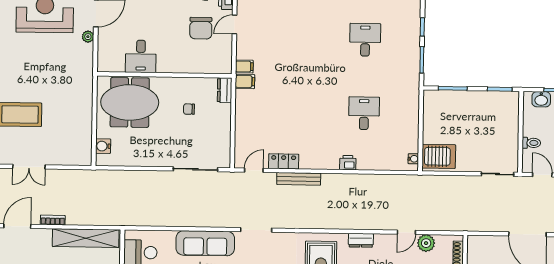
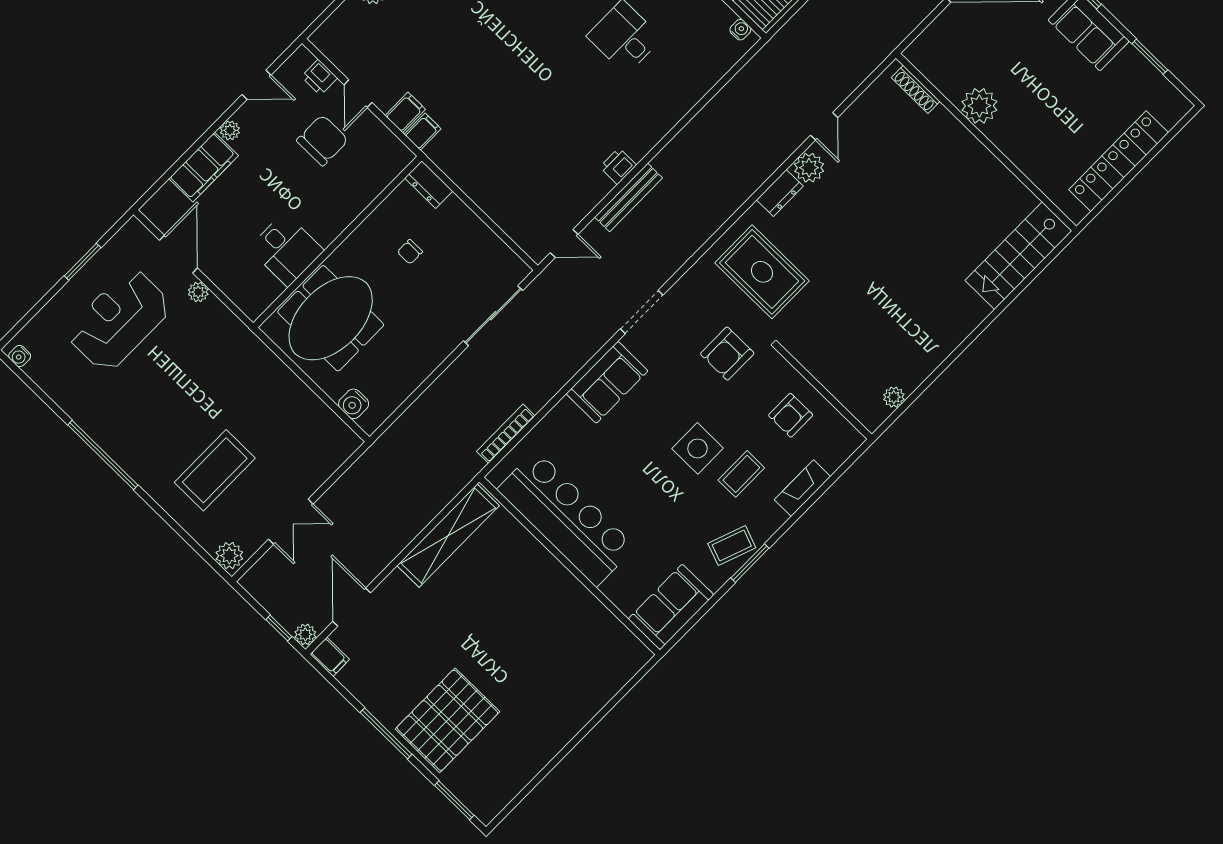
chair: (201, 28) -> (322, 140), turned -90
filing cabinet: (245, 81) -> (405, 112), moved
locker: (284, 161) -> (589, 196), removed
printer: (348, 163) -> (618, 166), moved
door: (254, 170) -> (564, 244), swing flipped
bookcase: (53, 220) -> (506, 434), moved, width x1.56
sofa: (205, 243) -> (607, 382), width x0.73
plant: (426, 243) -> (809, 168), moved

